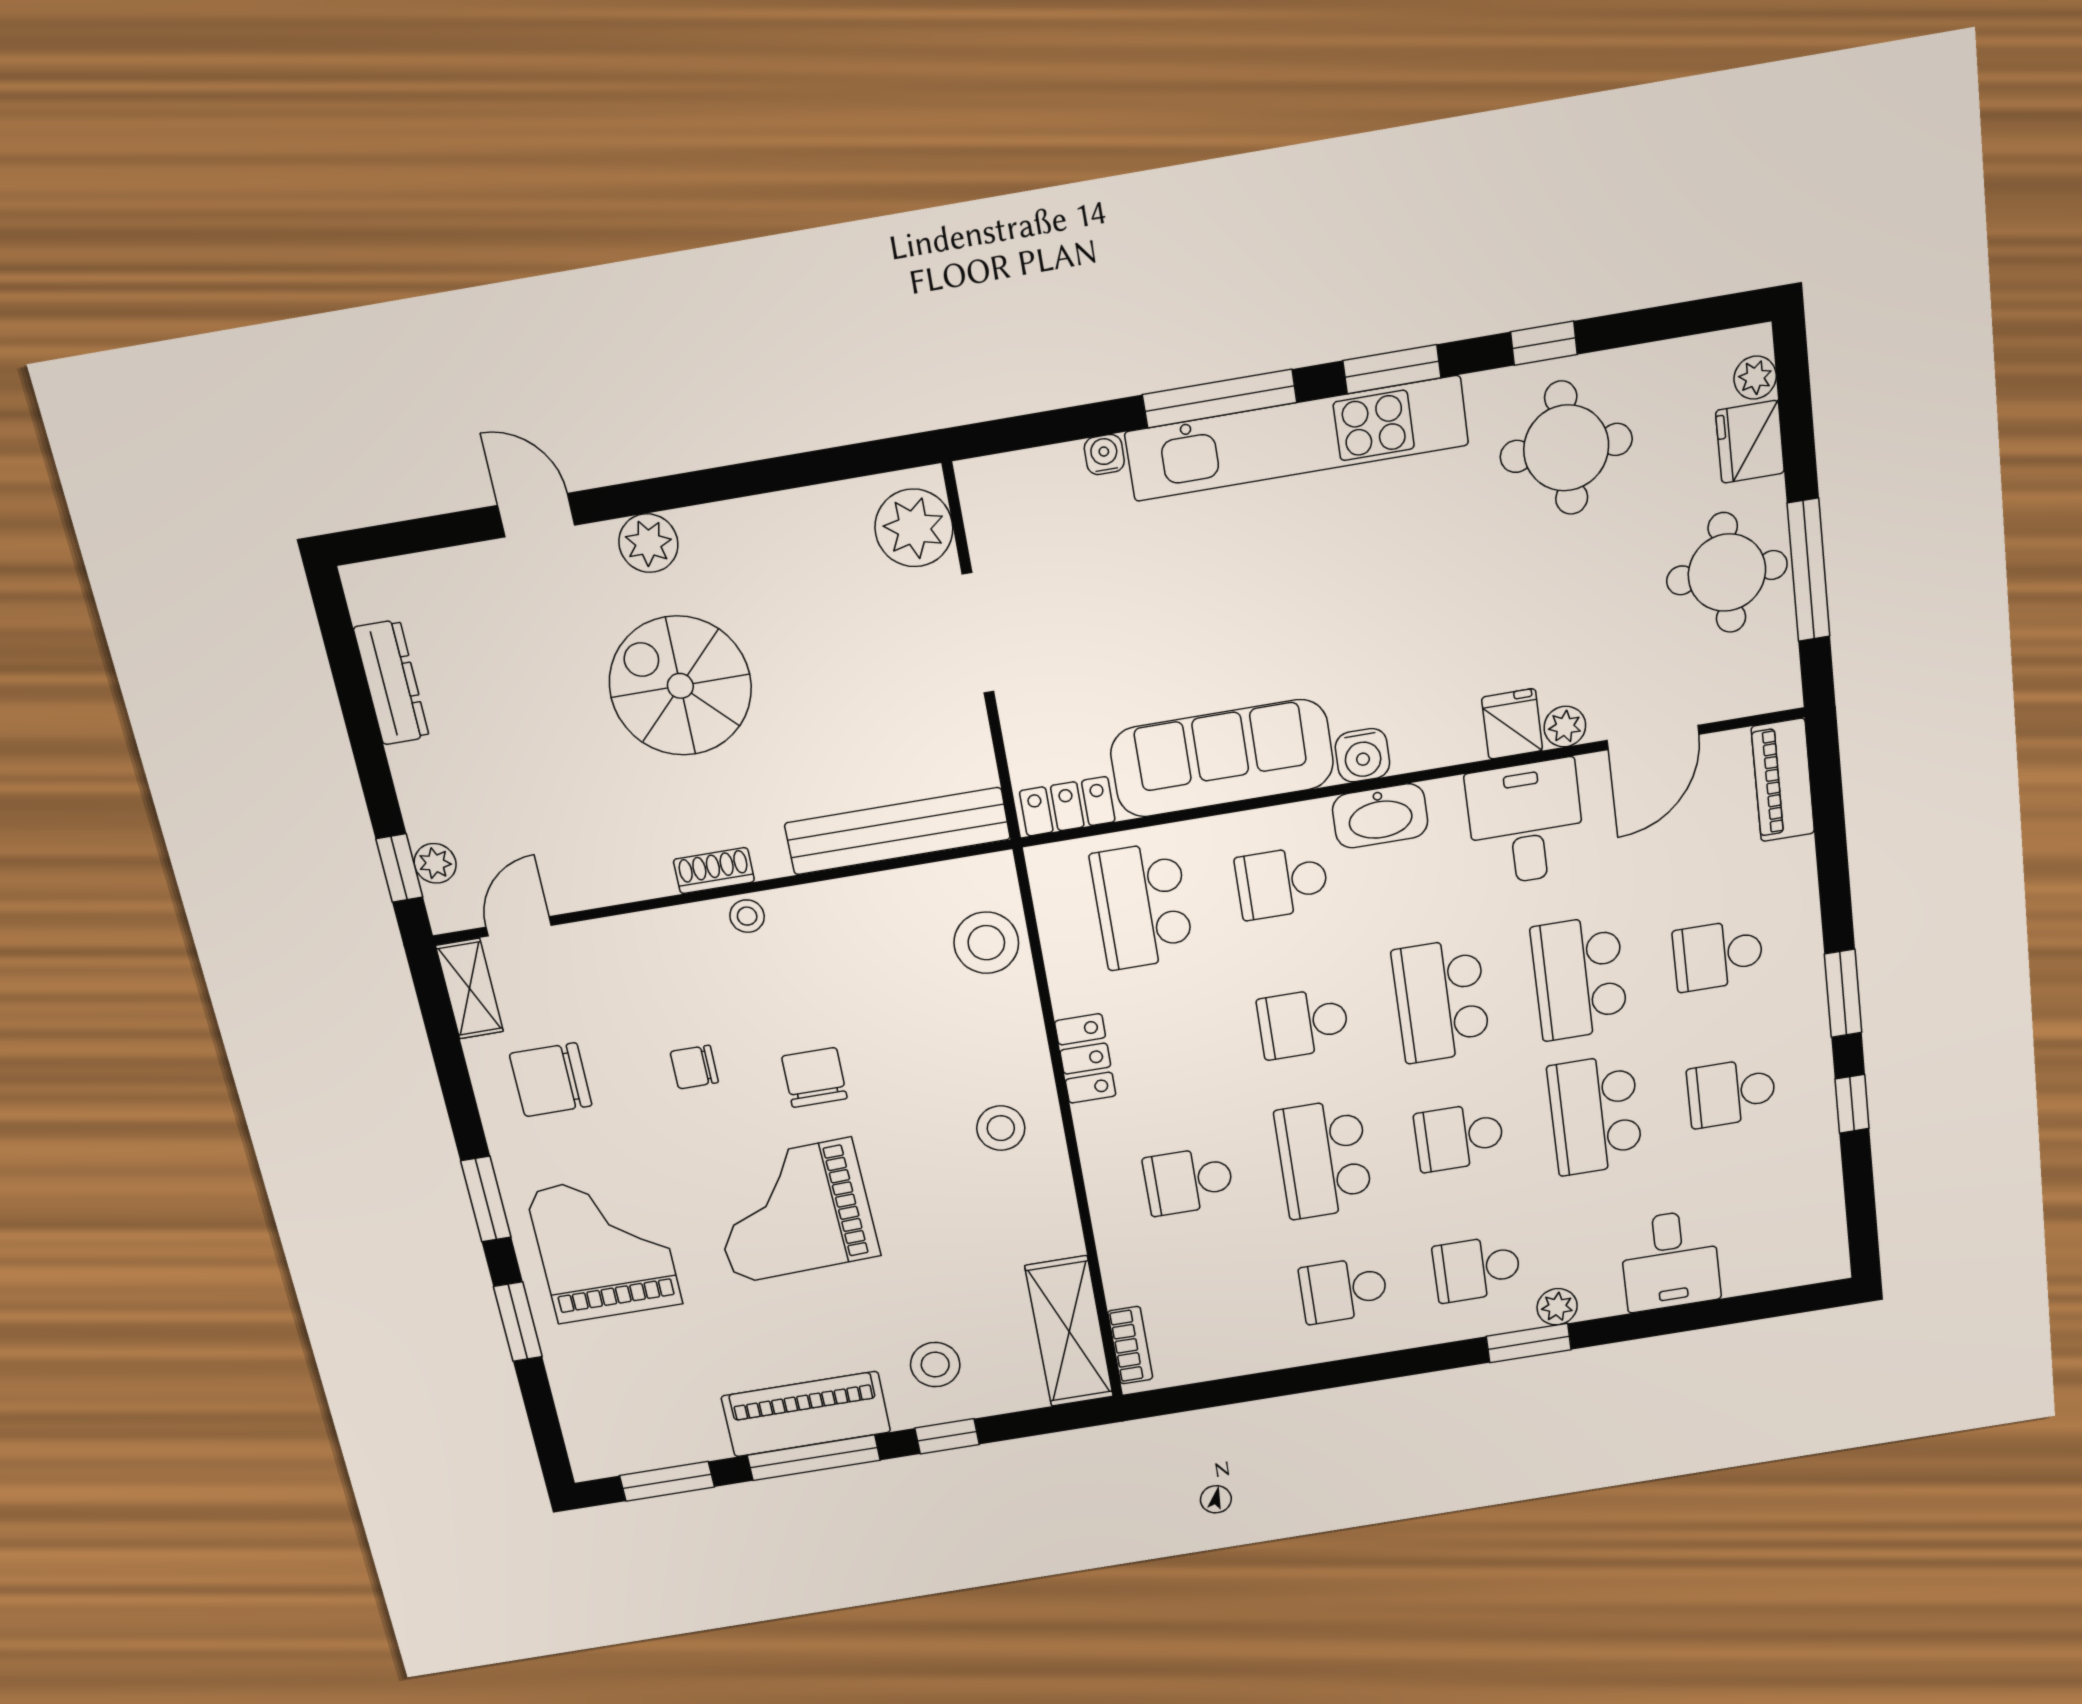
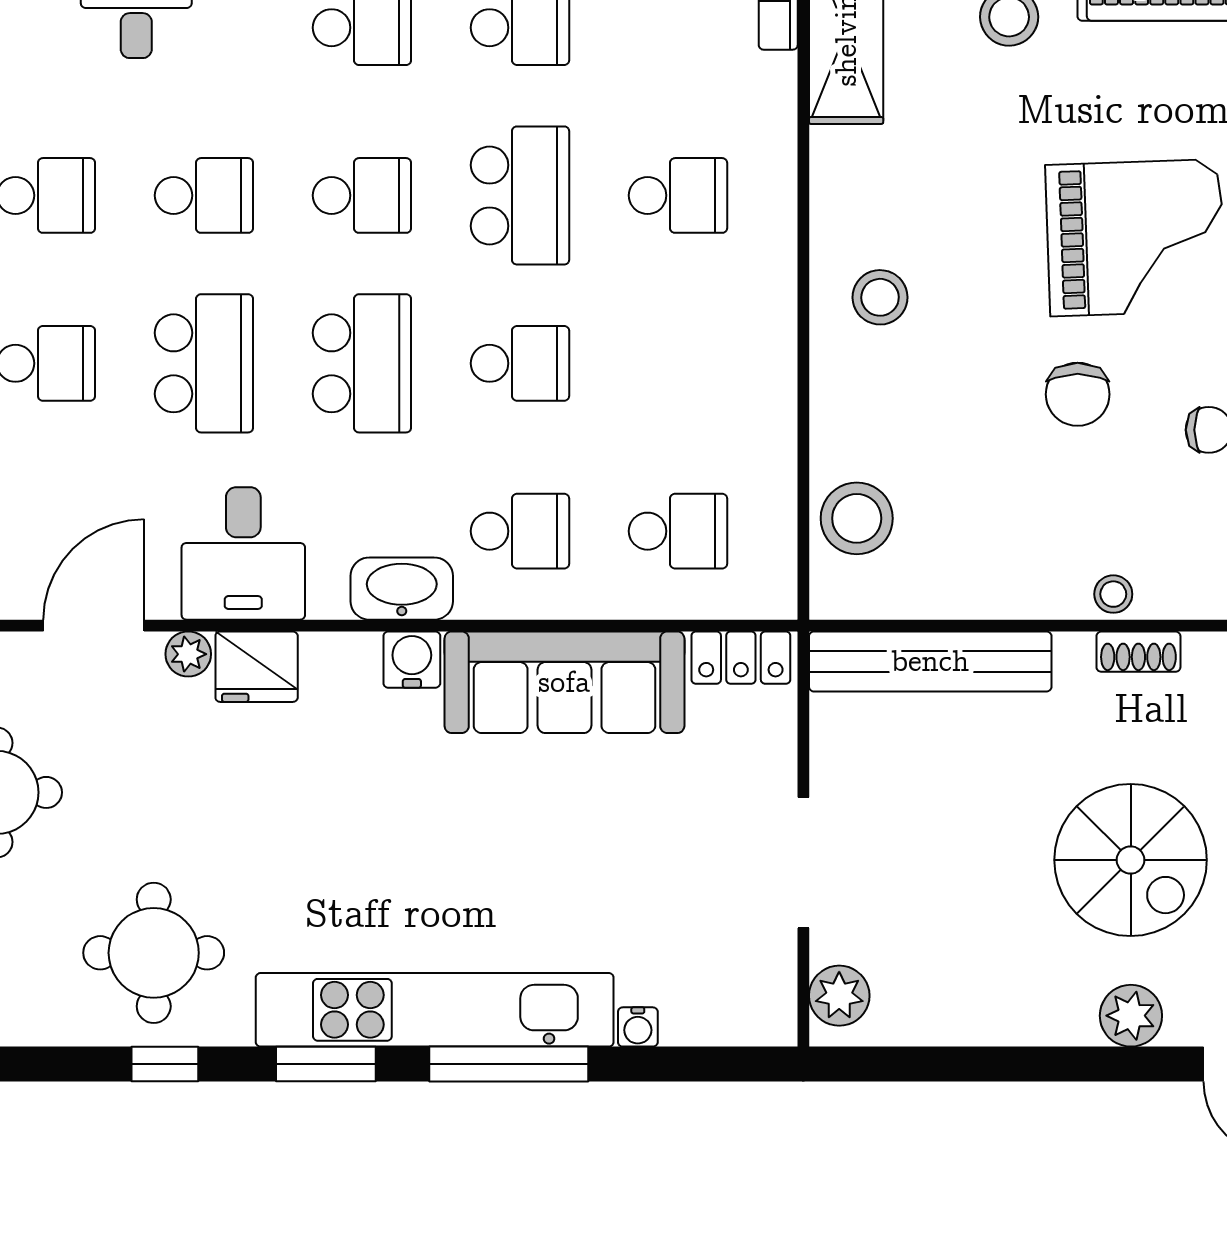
plant: (914, 528) -> (839, 996), width x0.73, depth x0.73
fridge: (1512, 724) -> (257, 667), width x1.38
school desk: (1142, 906) -> (678, 531), width x0.54
locker: (1085, 1059) -> (770, 364), removed
school desk: (1595, 1115) -> (204, 195), width x0.54

